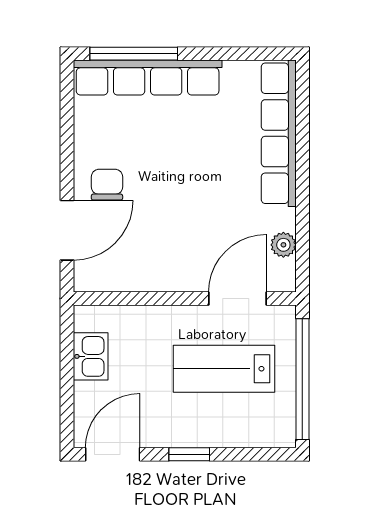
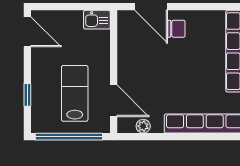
kitchen sink: (91, 356) -> (97, 20), moved
window: (189, 454) -> (27, 95), moved

